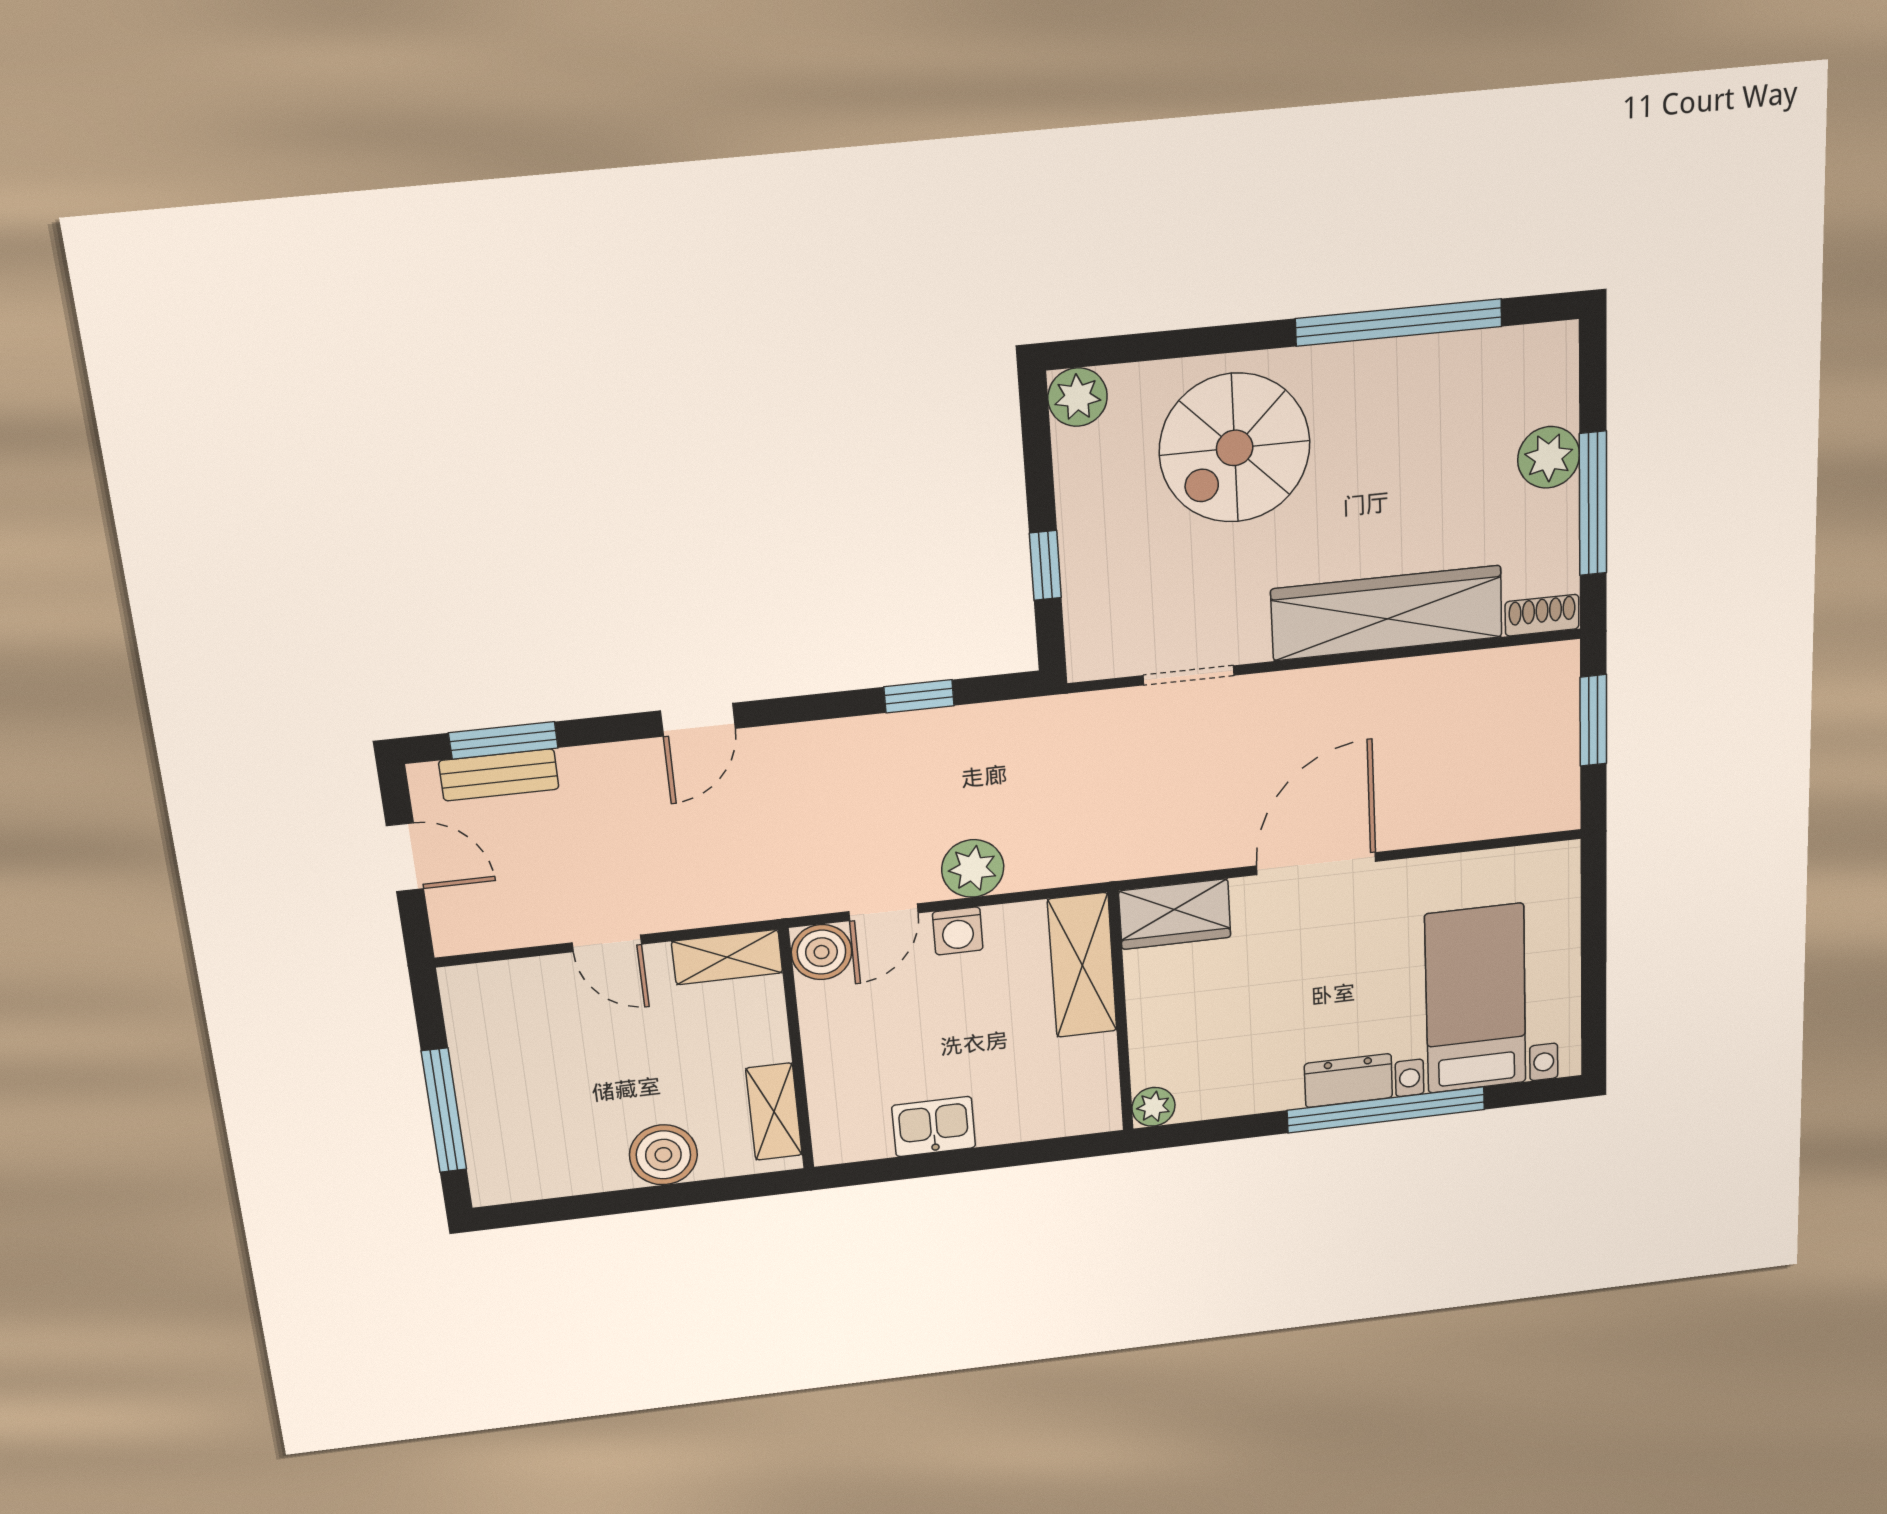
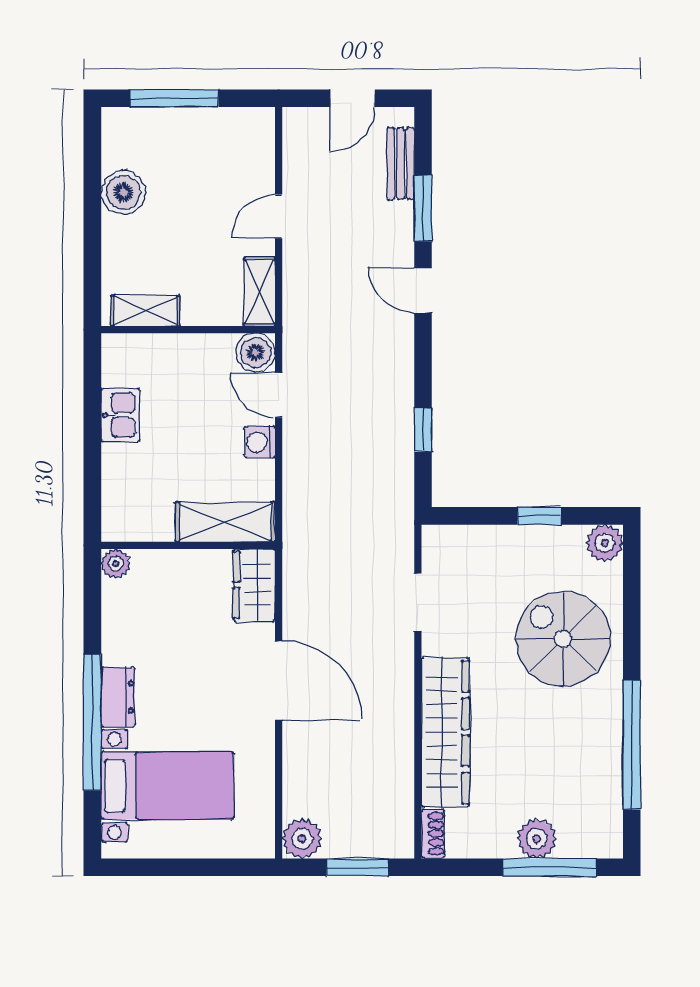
window: (1593, 504) -> (550, 867), moved
window: (1045, 565) -> (539, 516), moved
window: (503, 740) -> (423, 208), moved
plant: (973, 868) -> (302, 839), moved
boiler: (663, 1155) -> (123, 192), moved

